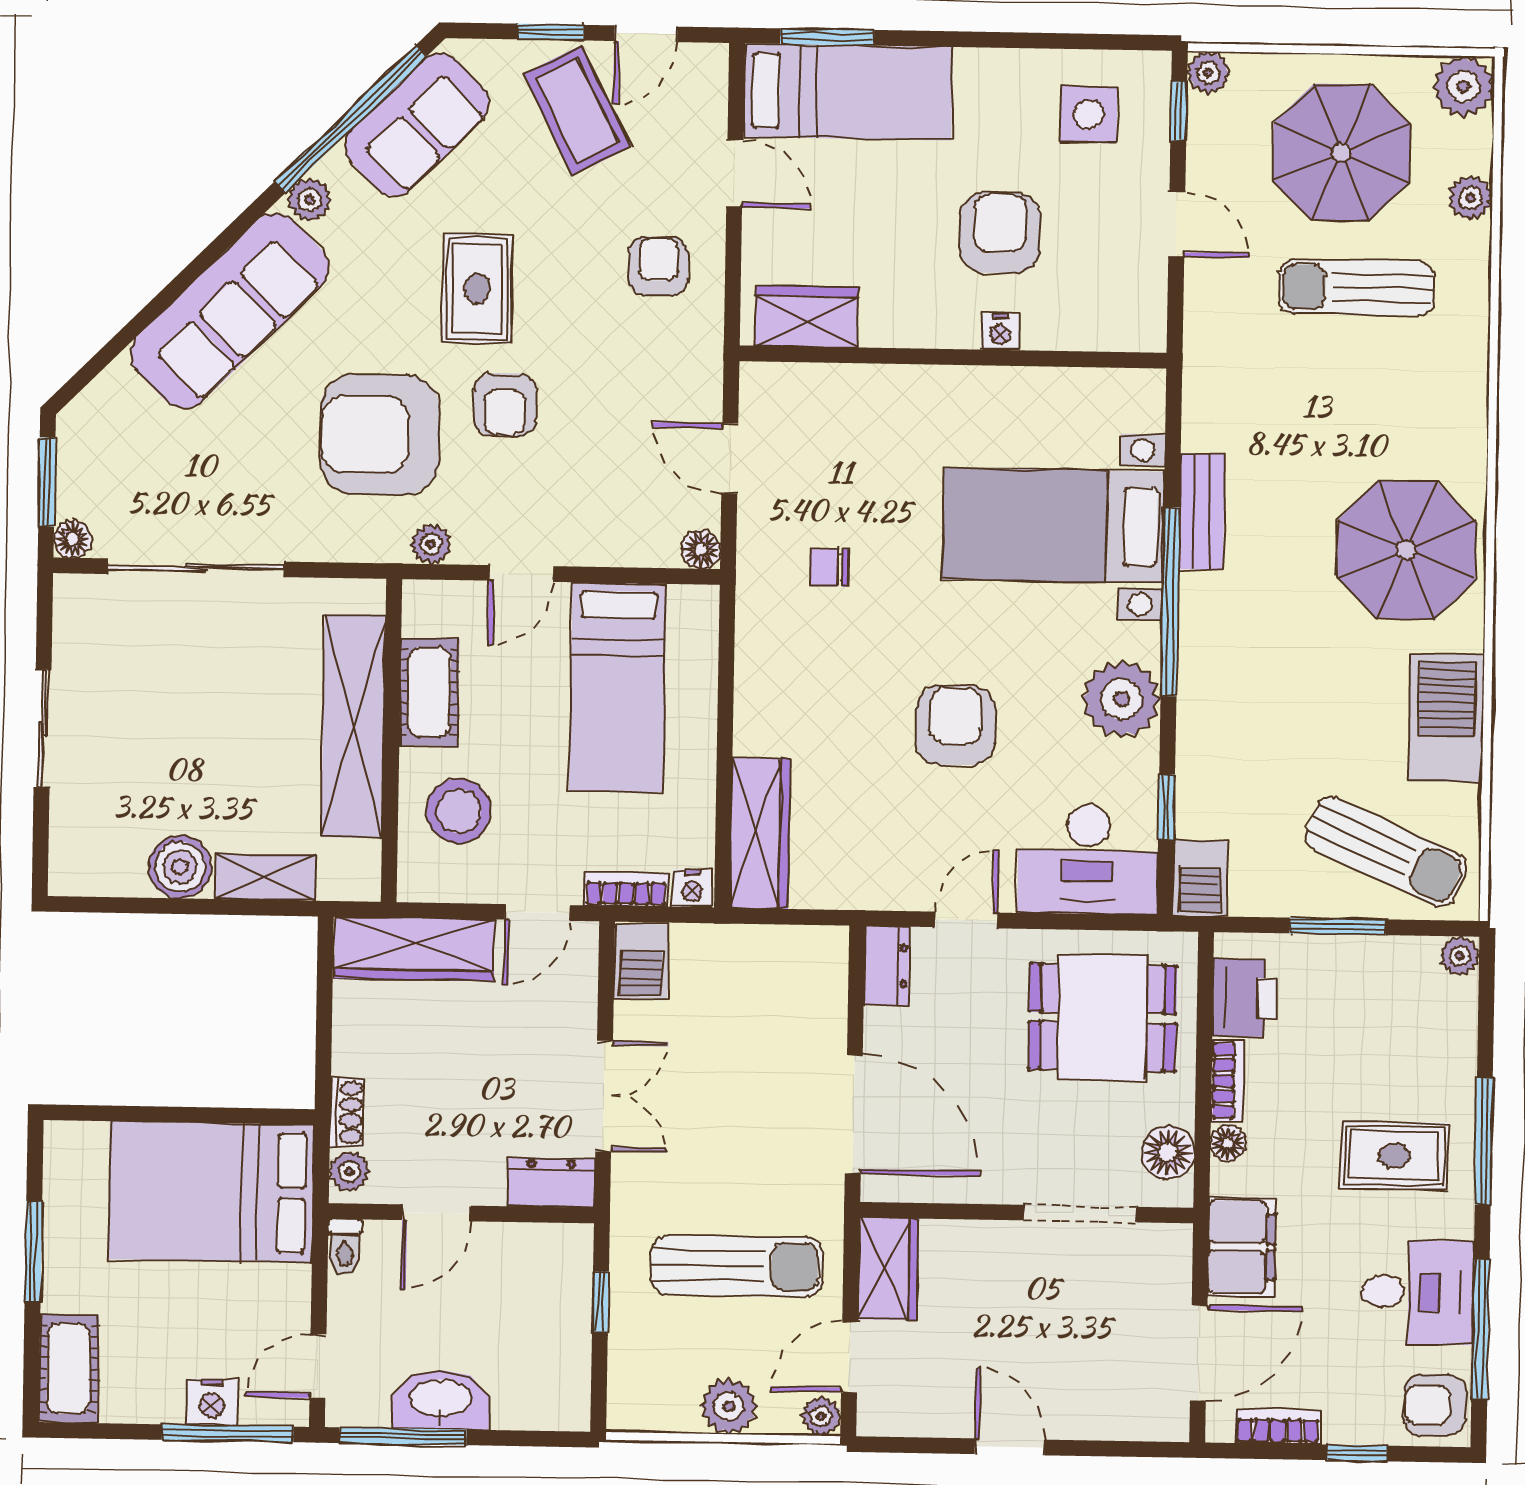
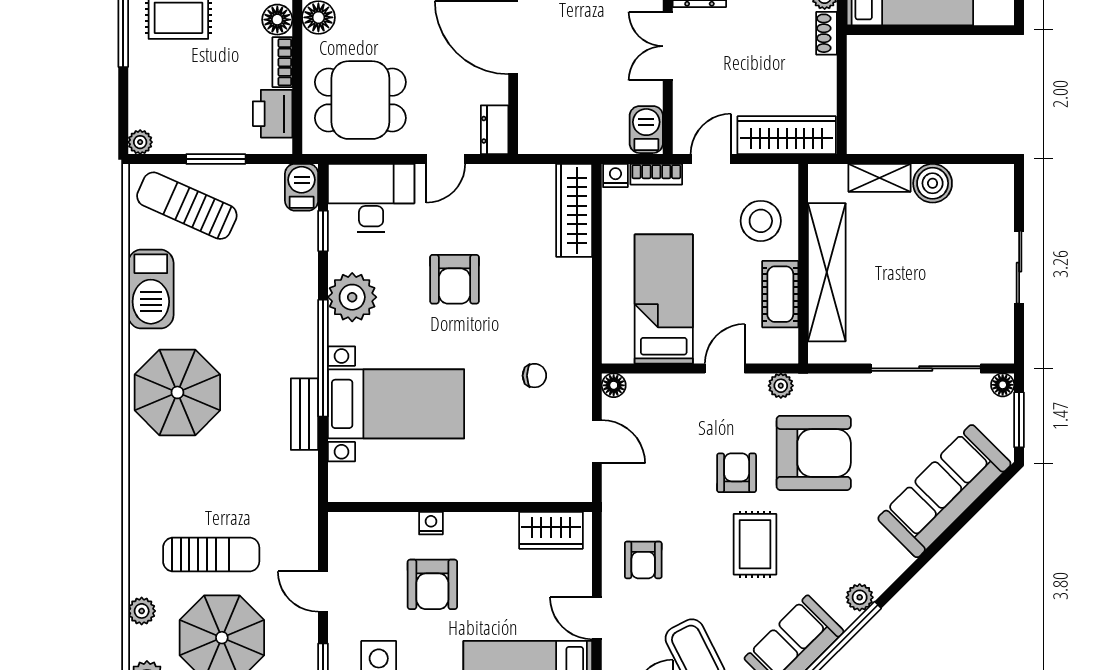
sofa: (230, 311) -> (944, 491), moved
floor lamp: (1228, 1143) -> (277, 20), width x1.37, depth x1.37

